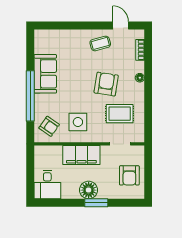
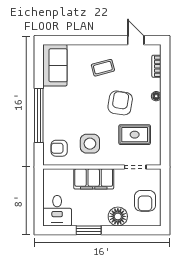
coffee table: (100, 43) -> (103, 68), moved
sofa: (45, 74) -> (55, 65), moved
armchair: (49, 126) -> (59, 148), turned 145
floor lamp: (89, 190) -> (118, 216), moved
window: (96, 203) -> (89, 230), moved

